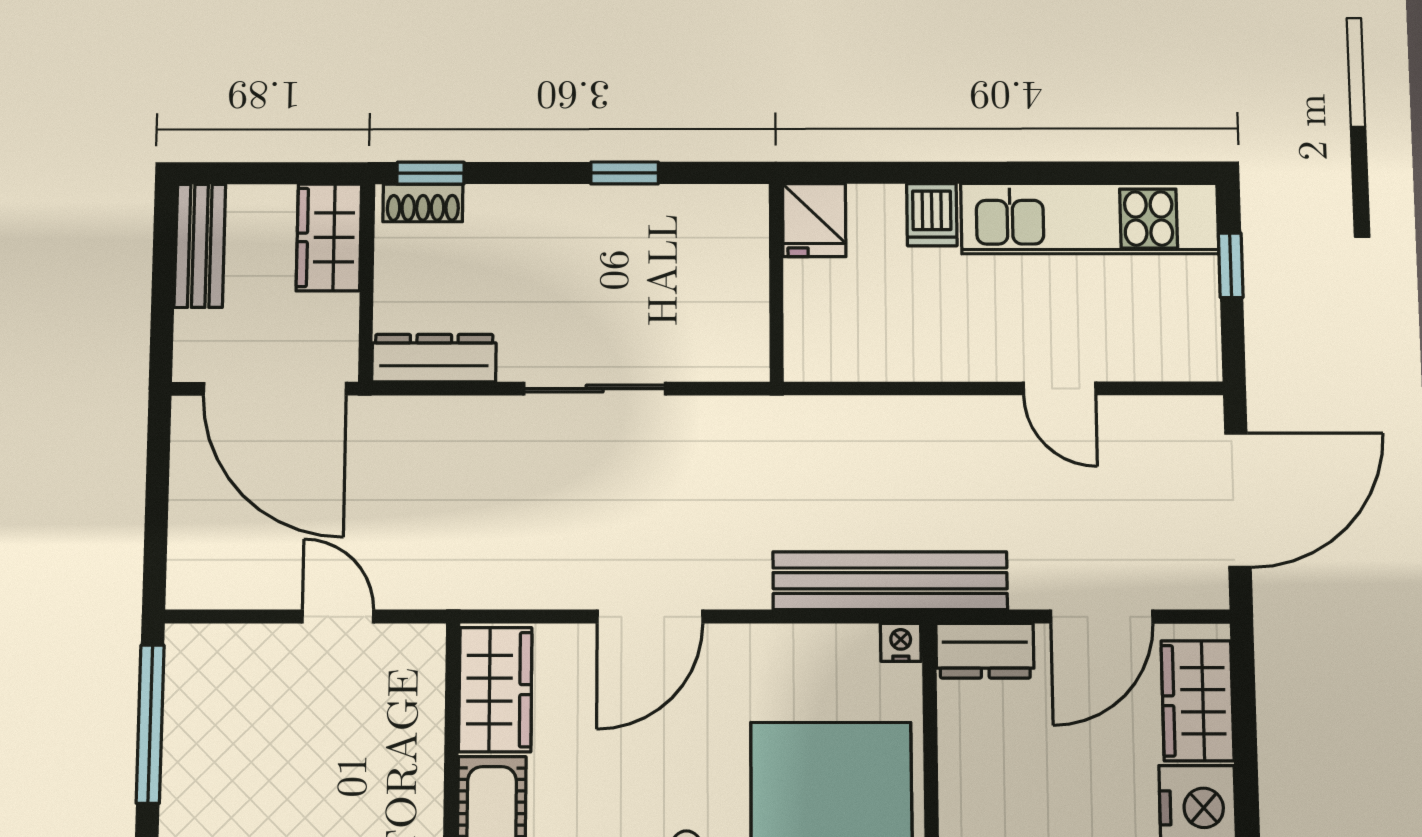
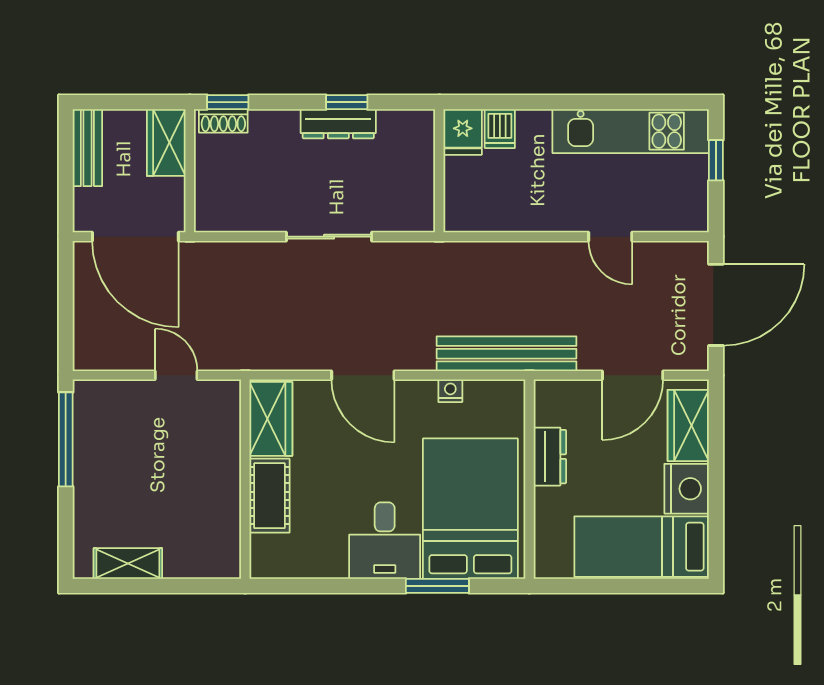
dishwasher: (932, 215) -> (500, 129), moved
dresser: (434, 358) -> (338, 124), moved, turned 180
door: (650, 617) -> (363, 375), hinge flipped
nightstand: (901, 642) -> (450, 391), moved
dresser: (985, 651) -> (550, 457), moved, turned -90

